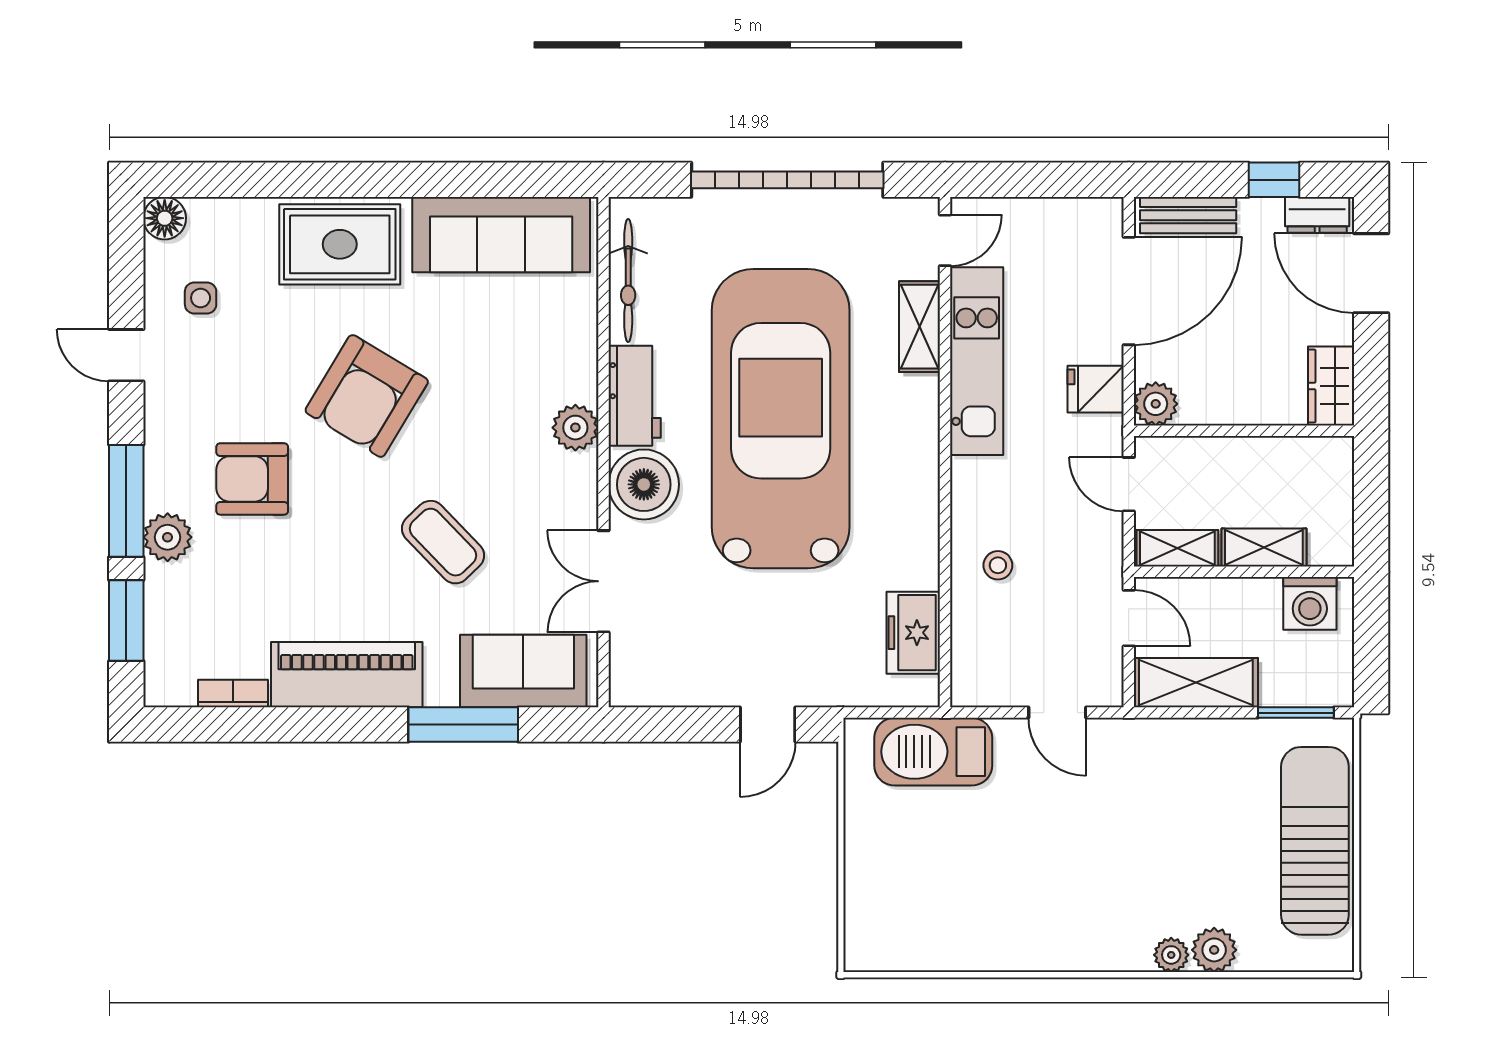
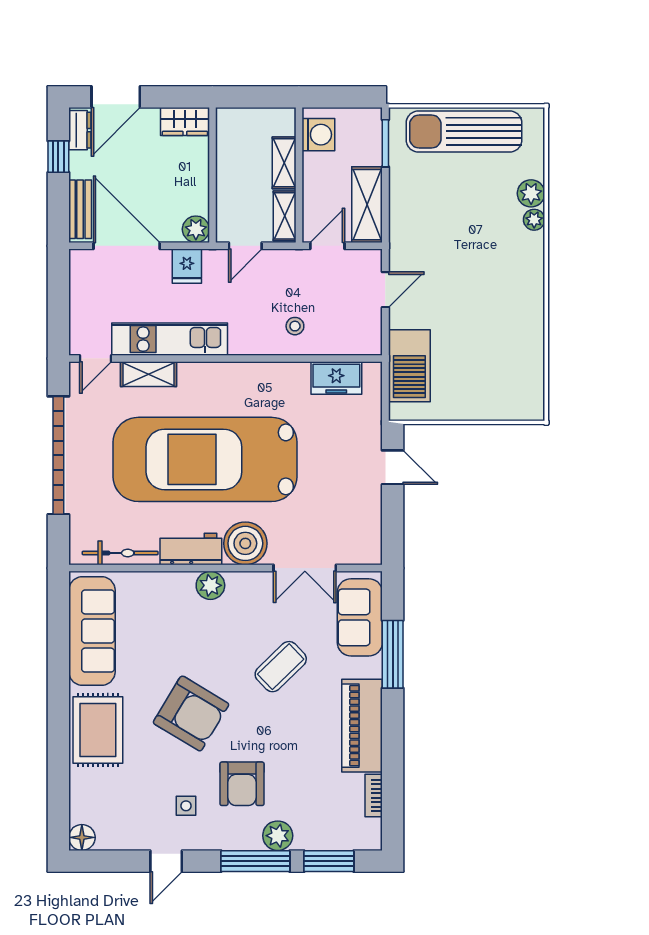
door: (945, 240) -> (96, 358), swing flipped
side table: (201, 298) -> (186, 806), moved

